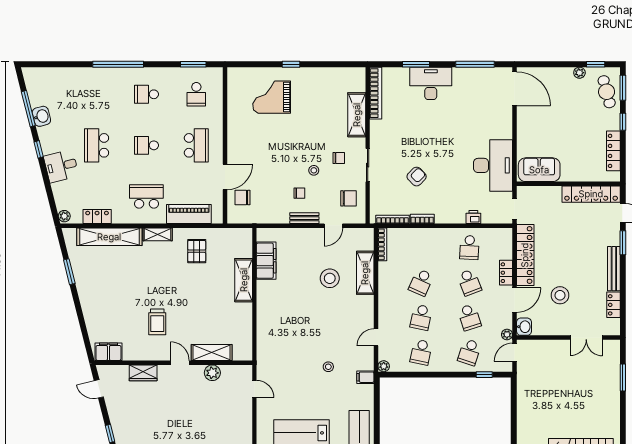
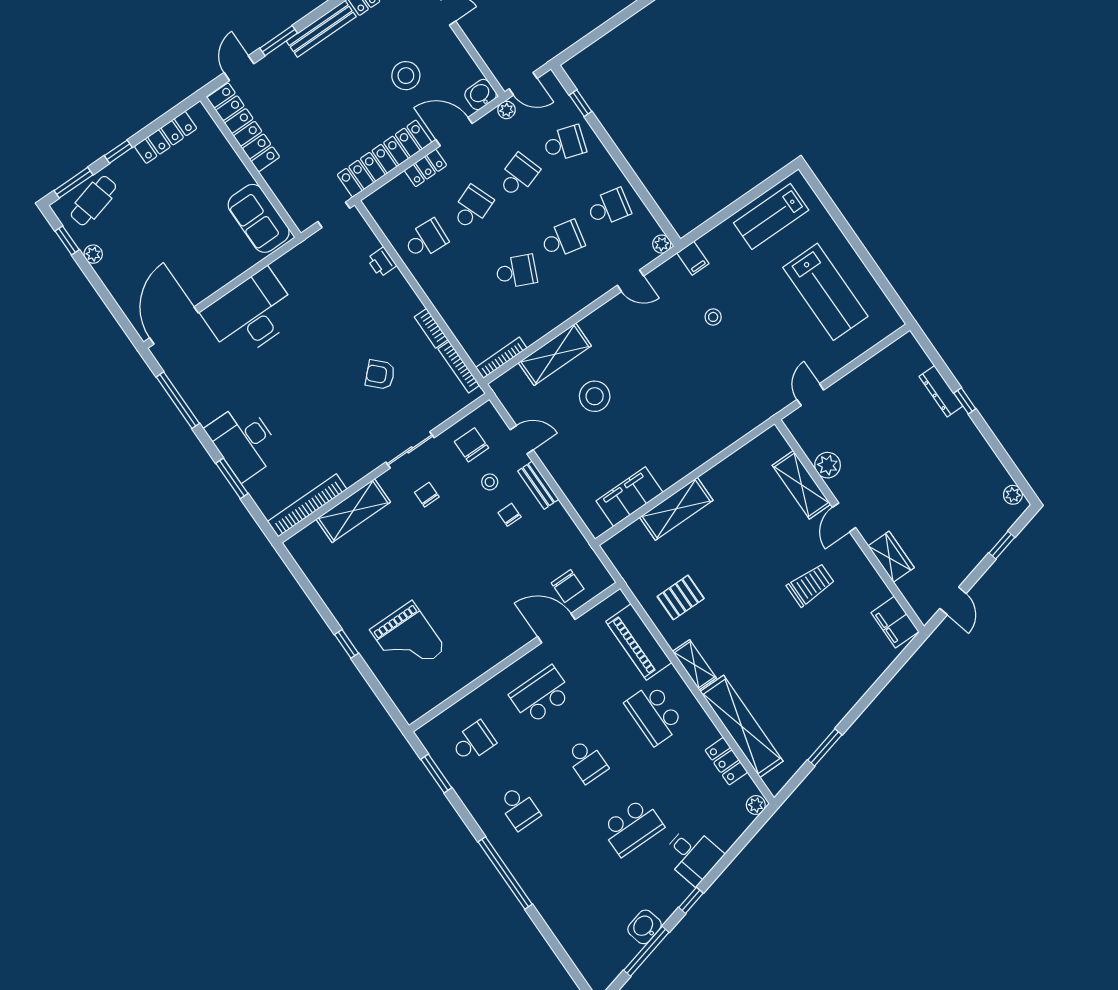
desk: (493, 165) -> (251, 314), moved
stool: (314, 170) -> (490, 482), moved

